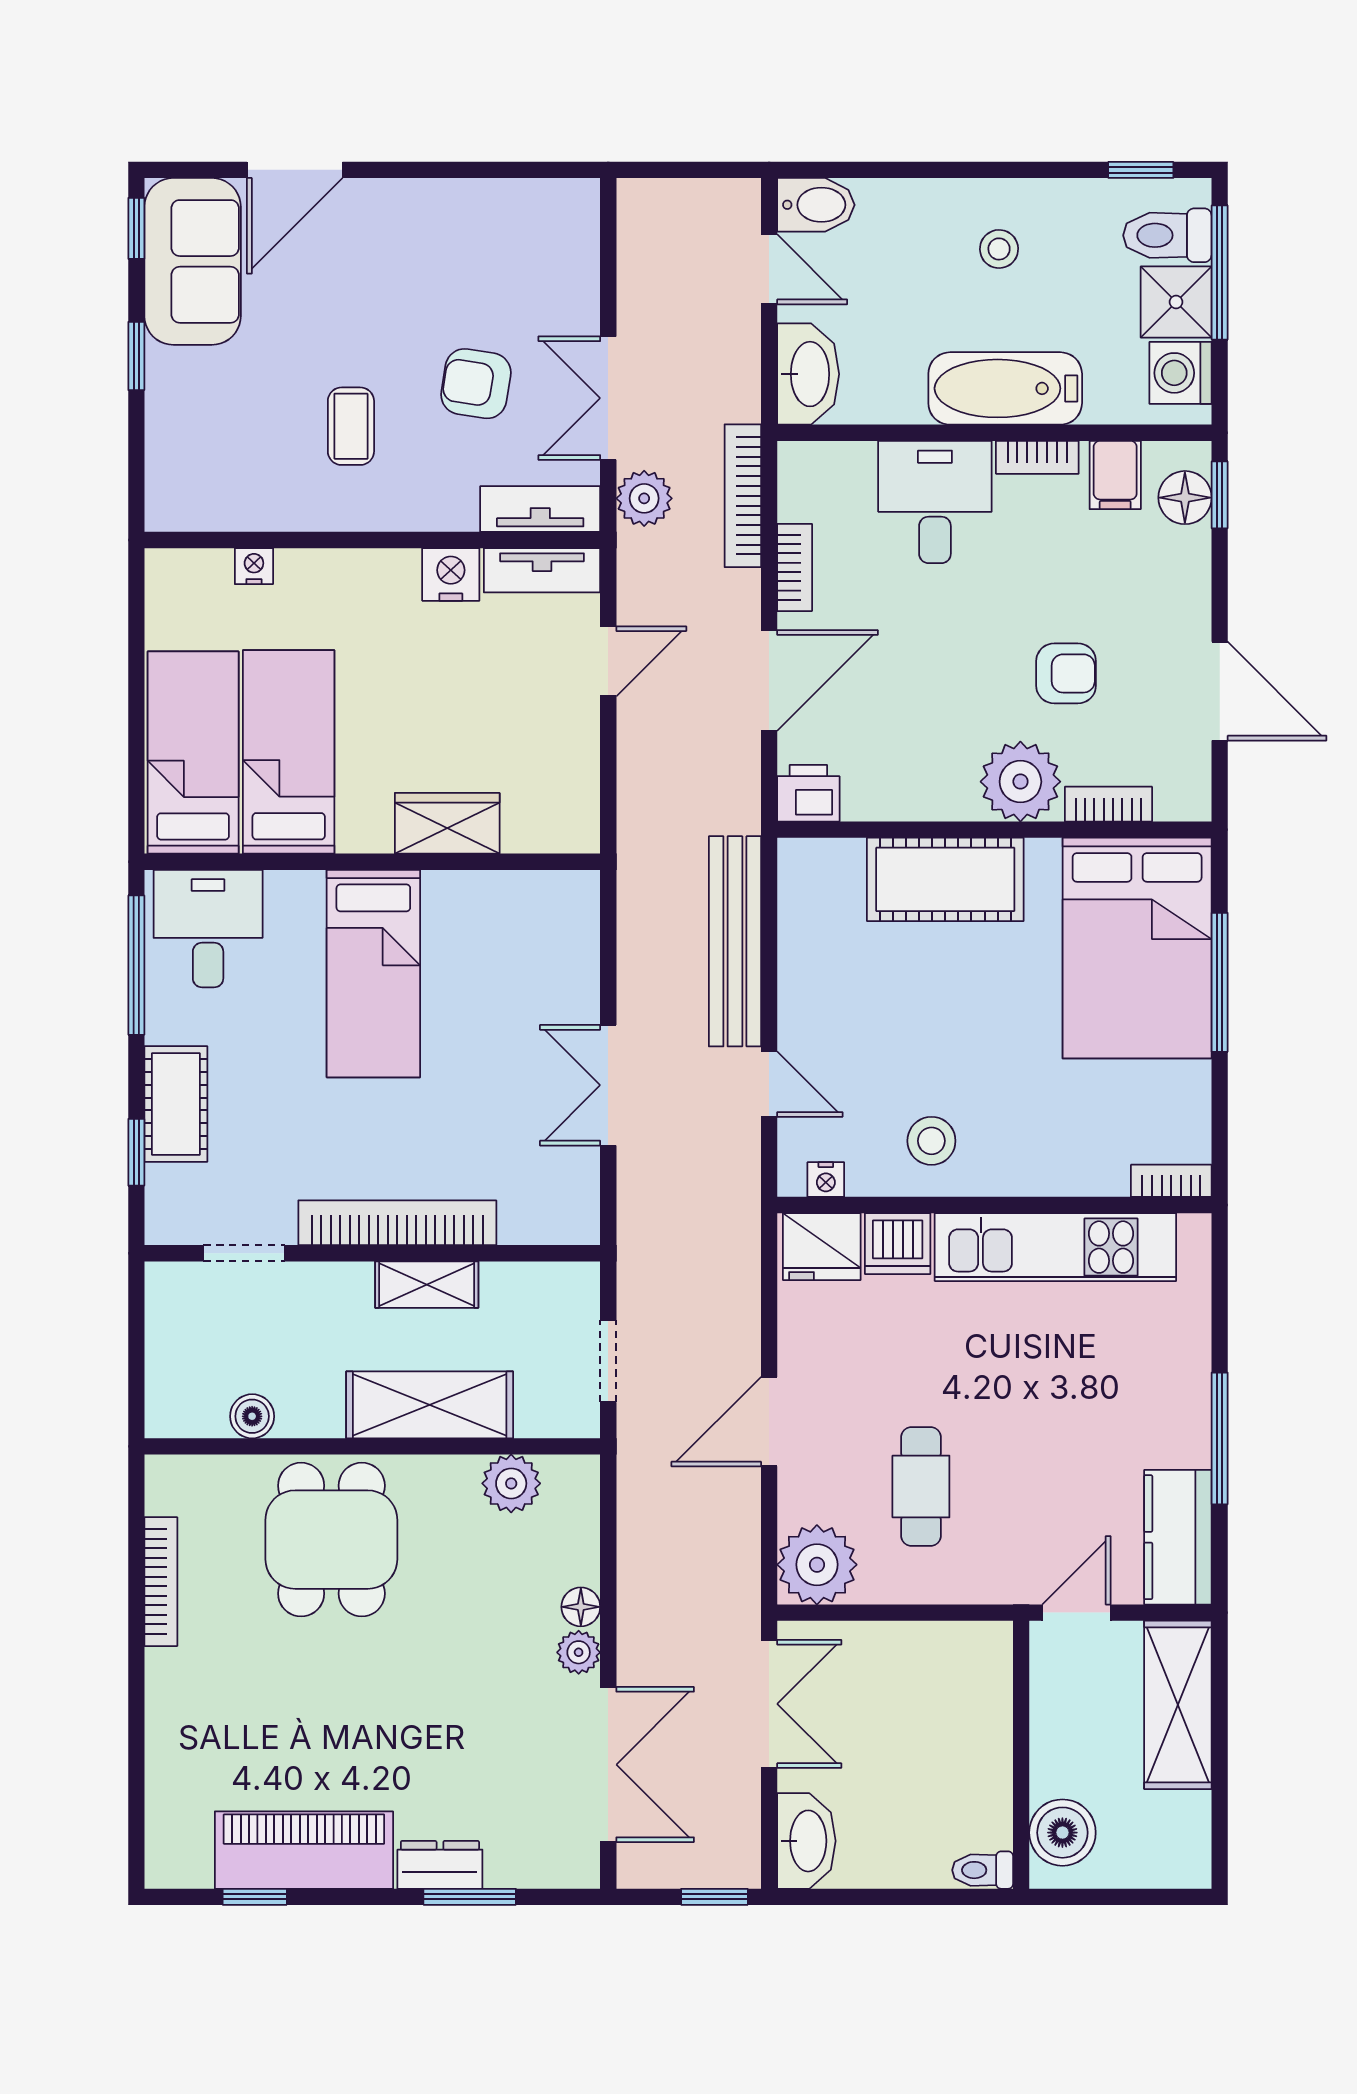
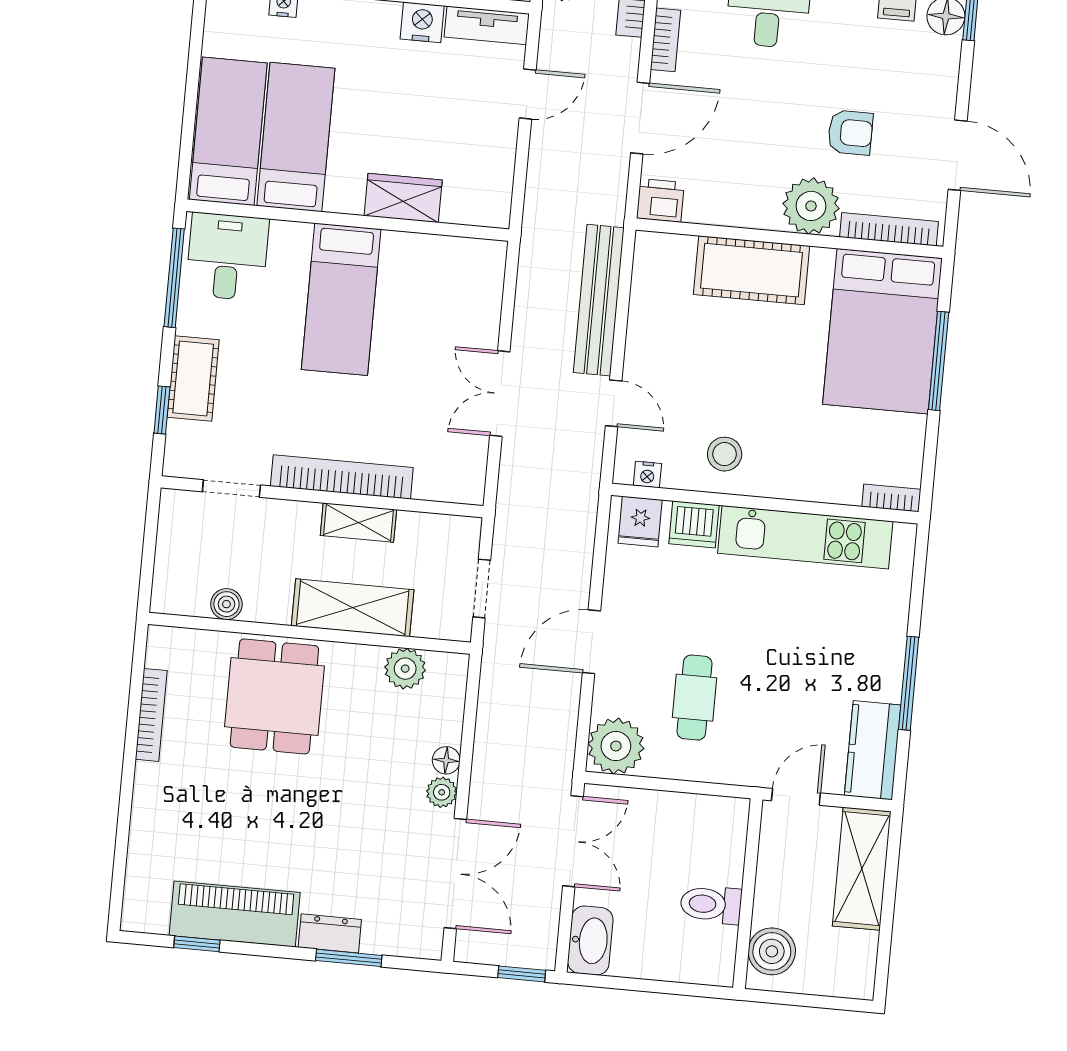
bookcase: (1108, 804) -> (889, 229), width x1.56
fridge: (822, 1247) -> (640, 522), width x0.72
toilet: (983, 1870) -> (711, 904), moved, width x1.37, depth x1.39

